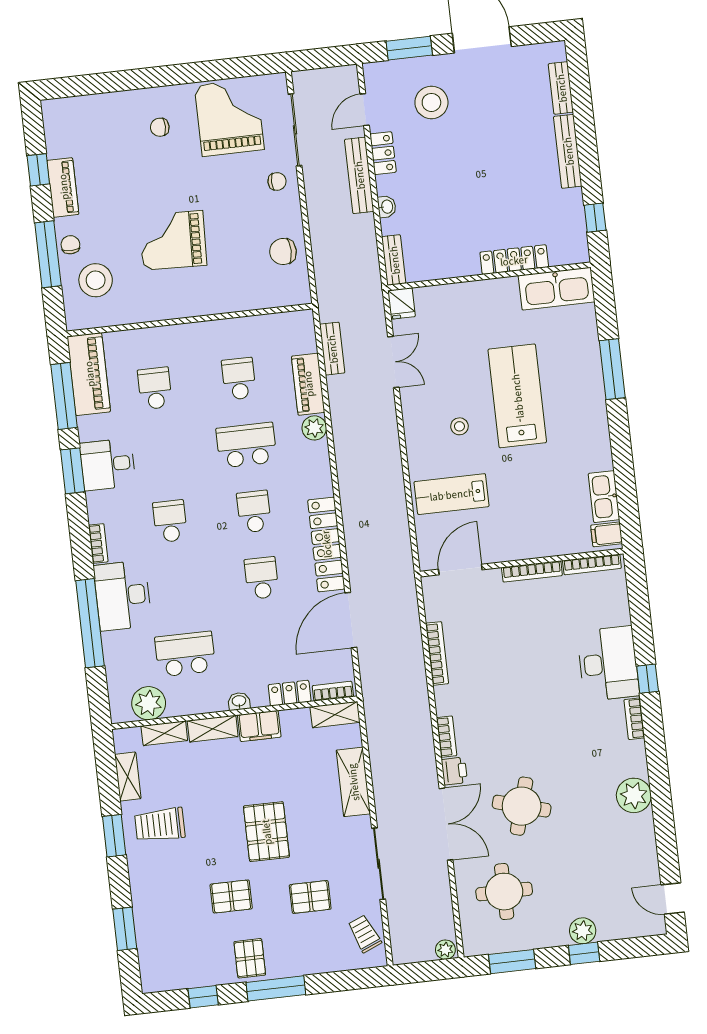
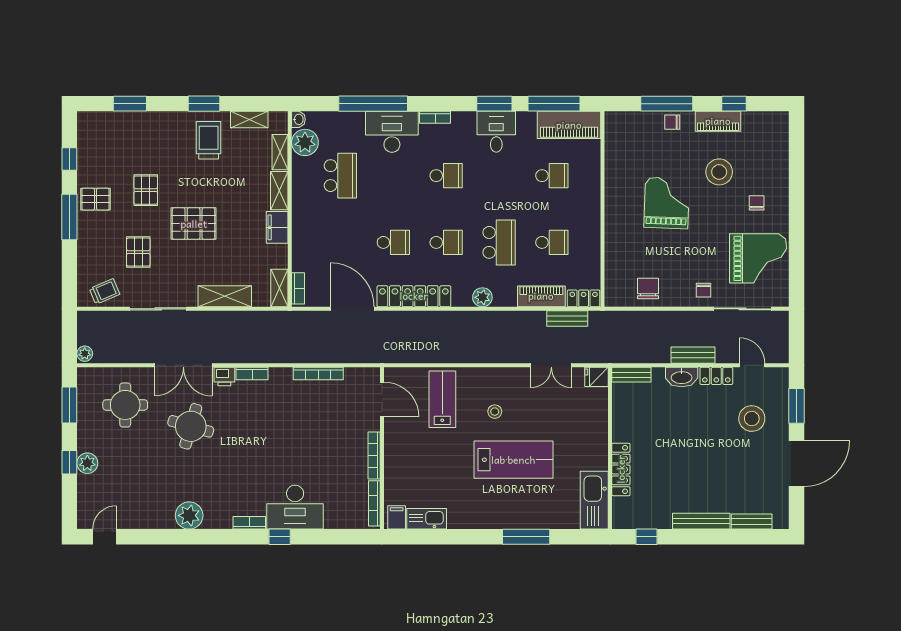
bench: (359, 175) -> (693, 355), width x0.73
washbasin: (387, 207) -> (682, 377), width x1.91, depth x1.45
chair: (70, 245) -> (672, 122), turned 180
stool: (96, 280) -> (719, 172), moved
plant: (314, 428) -> (482, 297), moved
locker: (290, 693) -> (584, 298), moved, turned -90
washbasin: (239, 701) -> (298, 119), moved

